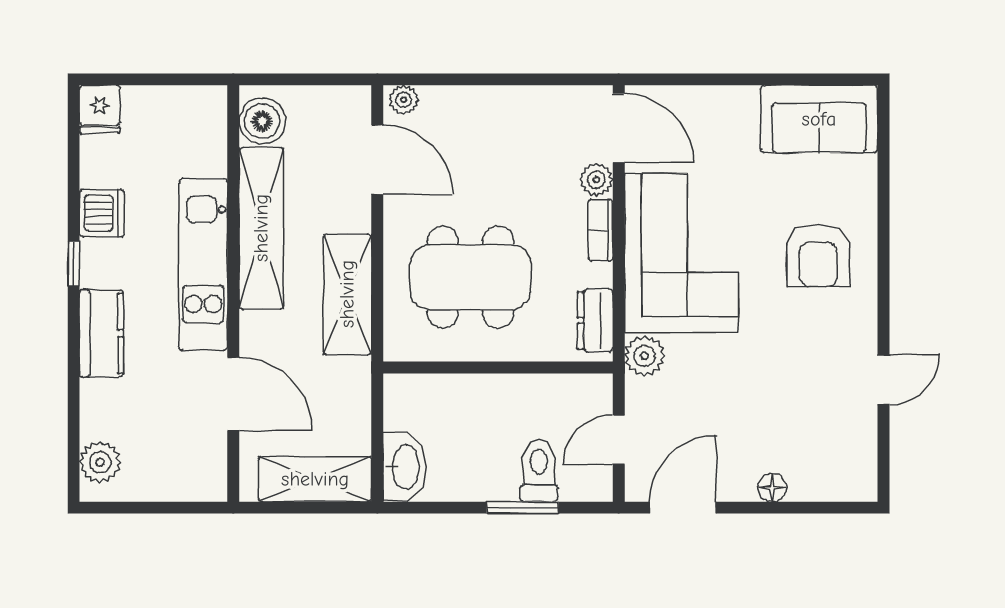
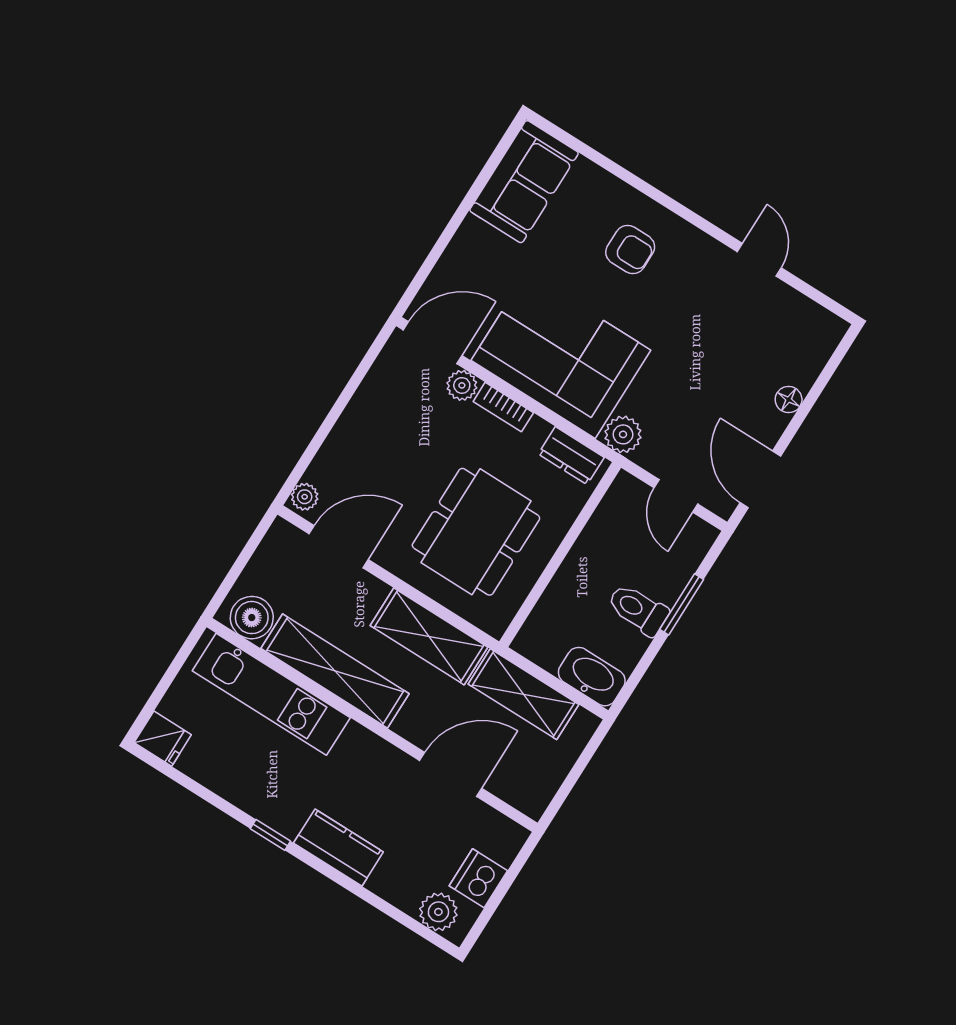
dishwasher: (102, 213) -> (478, 878), moved, turned -90
armchair: (818, 256) -> (630, 250), width x0.72, depth x0.72
kitchen unit: (203, 265) -> (271, 694), moved
toilet: (539, 471) -> (638, 610), moved
shelving: (315, 479) -> (523, 694), moved, turned 90

